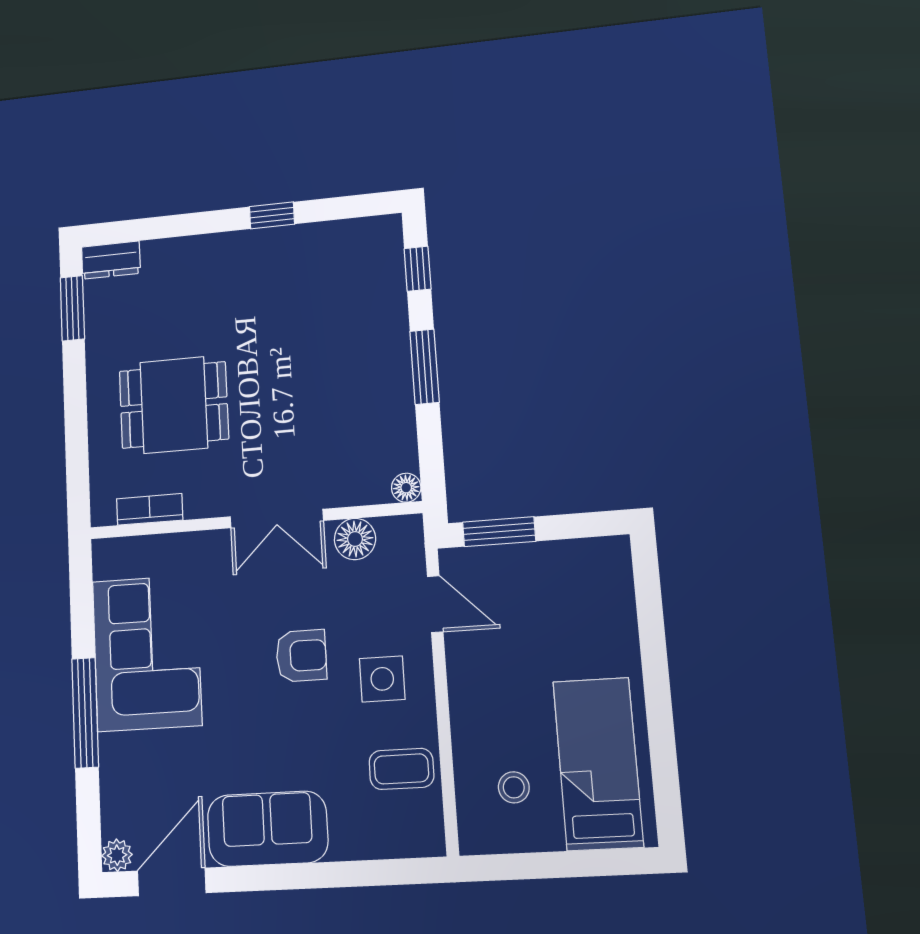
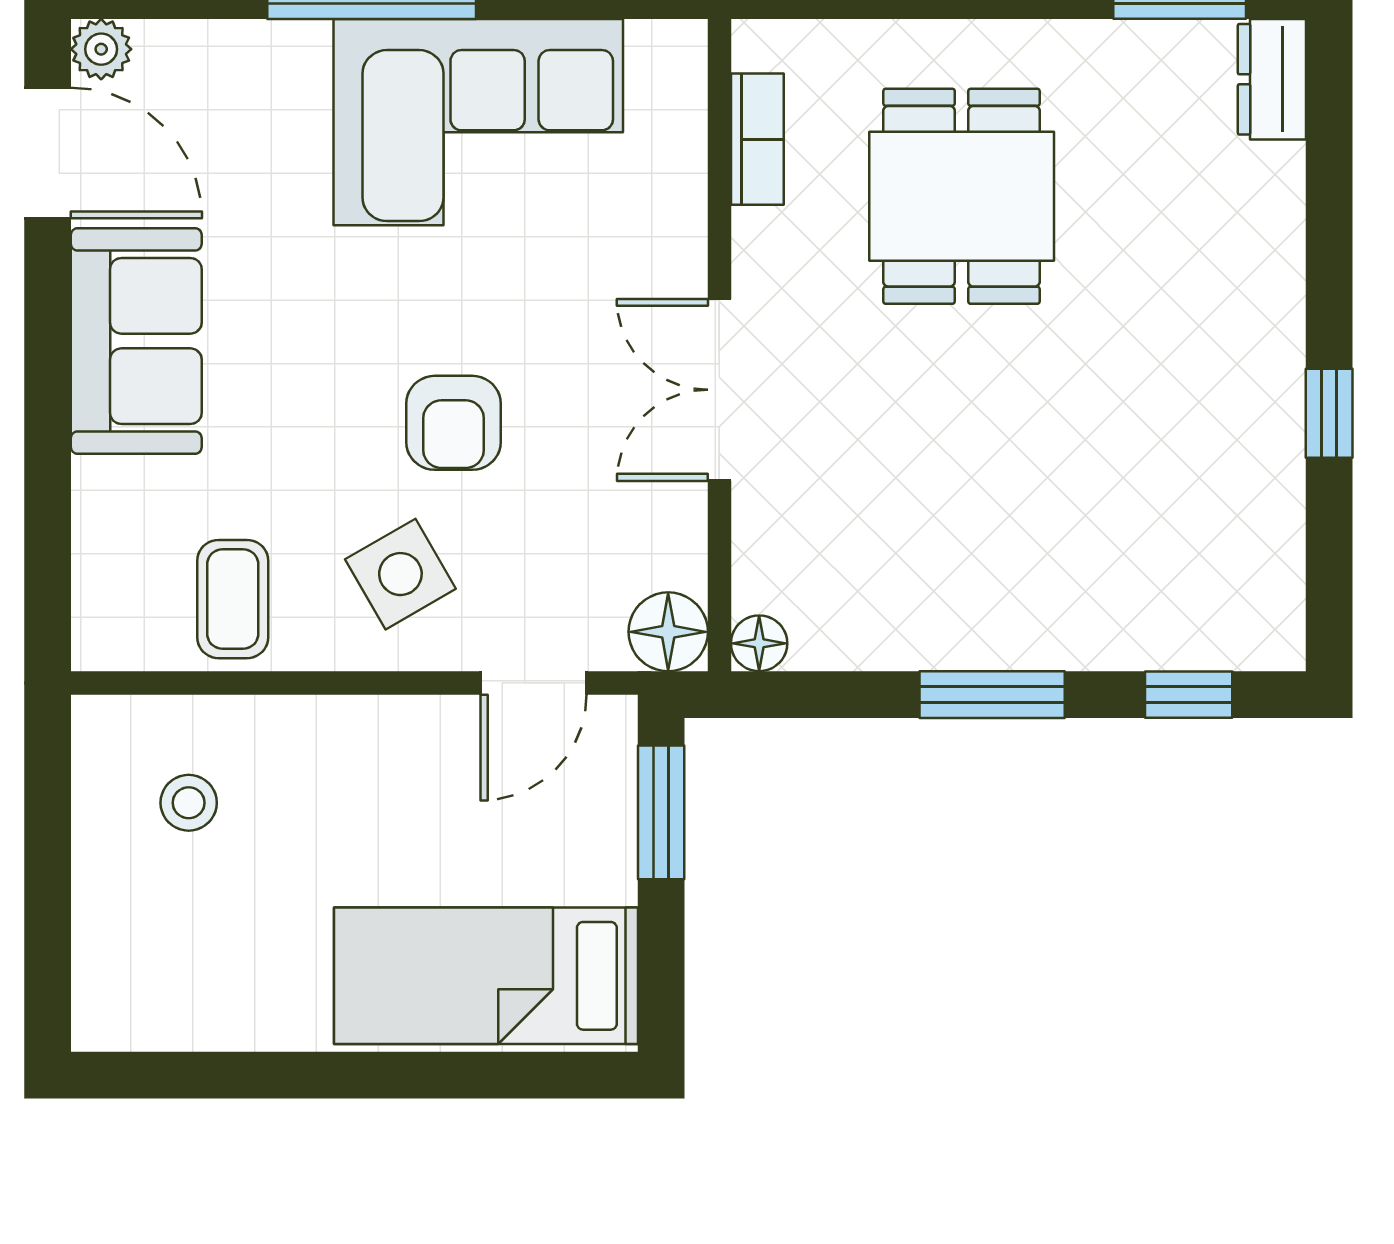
floor lamp: (355, 539) -> (668, 632), moved
side table: (382, 679) -> (400, 574), turned -30
bed: (598, 764) -> (486, 976), moved, turned 180

